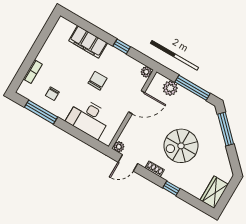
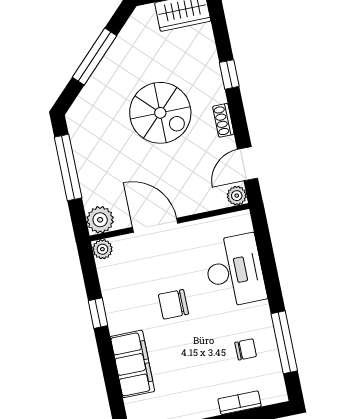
plant: (170, 88) -> (100, 220), moved
window: (226, 129) -> (95, 56), moved
door: (128, 163) -> (248, 164), swing flipped

